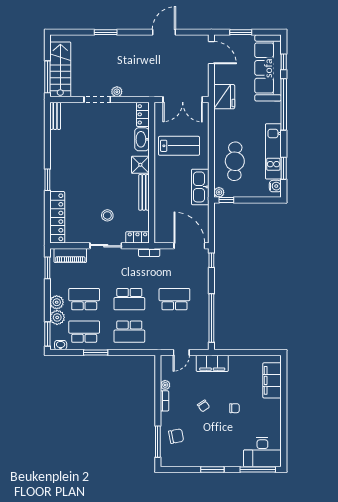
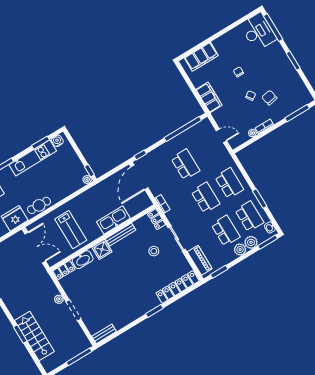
stairs: (60, 69) -> (34, 336), moved, turned 90
lab bench: (179, 146) -> (71, 230), turned 180
cafe table: (235, 161) -> (39, 205), moved, width x0.73, depth x0.74
kitchen sink: (200, 187) -> (113, 220), moved, turned 180
school desk: (84, 299) -> (226, 231), turned 180
school desk: (174, 299) -> (185, 164), turned 180
school desk: (84, 332) -> (249, 216), turned 180
filing cabinet: (212, 363) -> (209, 97), moved
chair: (176, 436) -> (269, 98), moved

